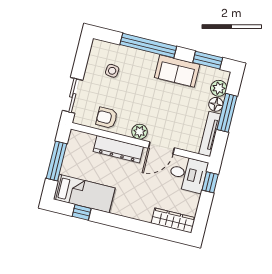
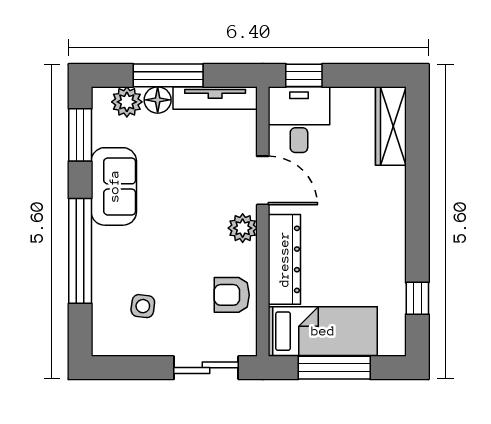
armchair: (107, 118) -> (232, 295), turned 90
bed: (84, 194) -> (323, 331), moved, turned 90

